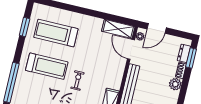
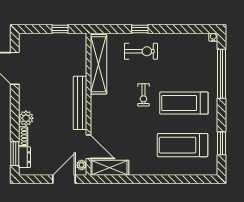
treadmill: (56, 33) -> (183, 145), turned 180

